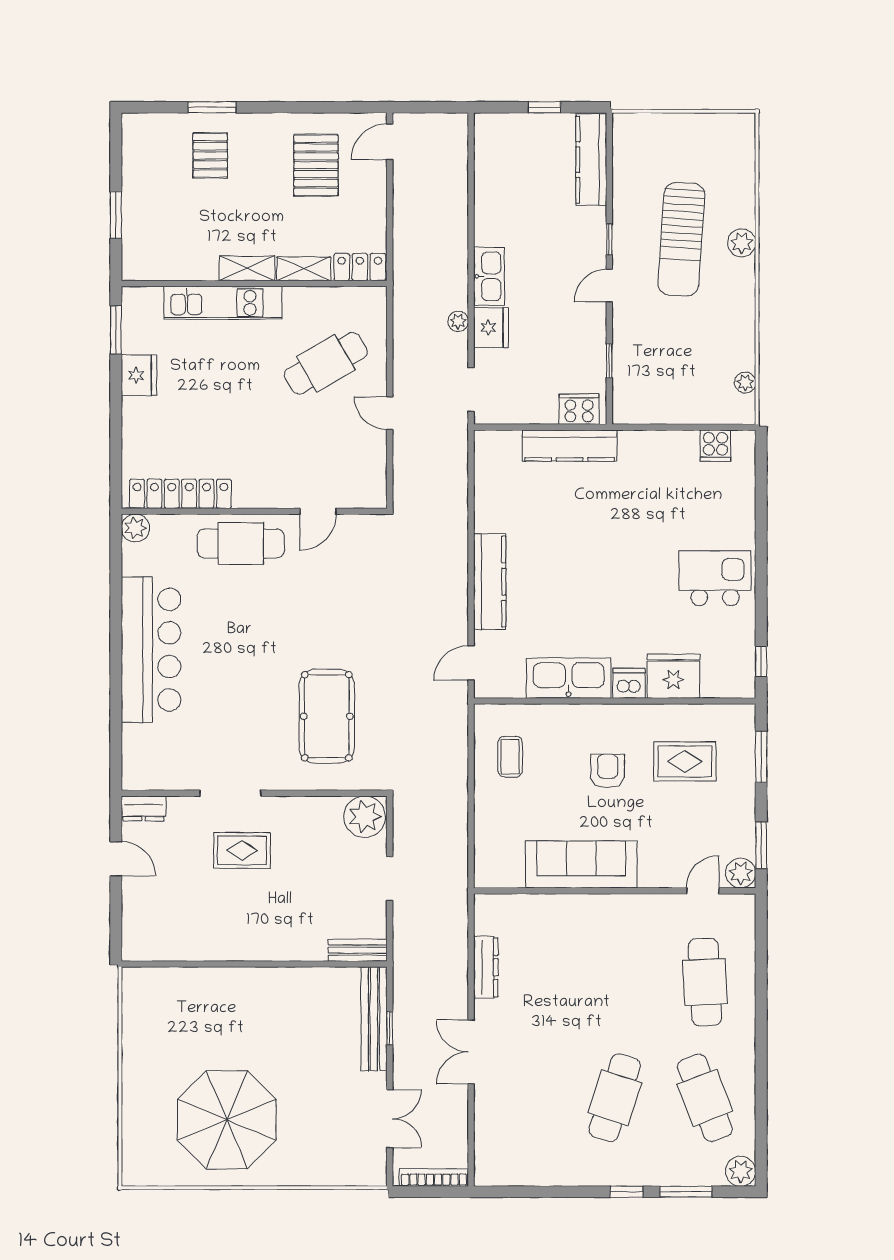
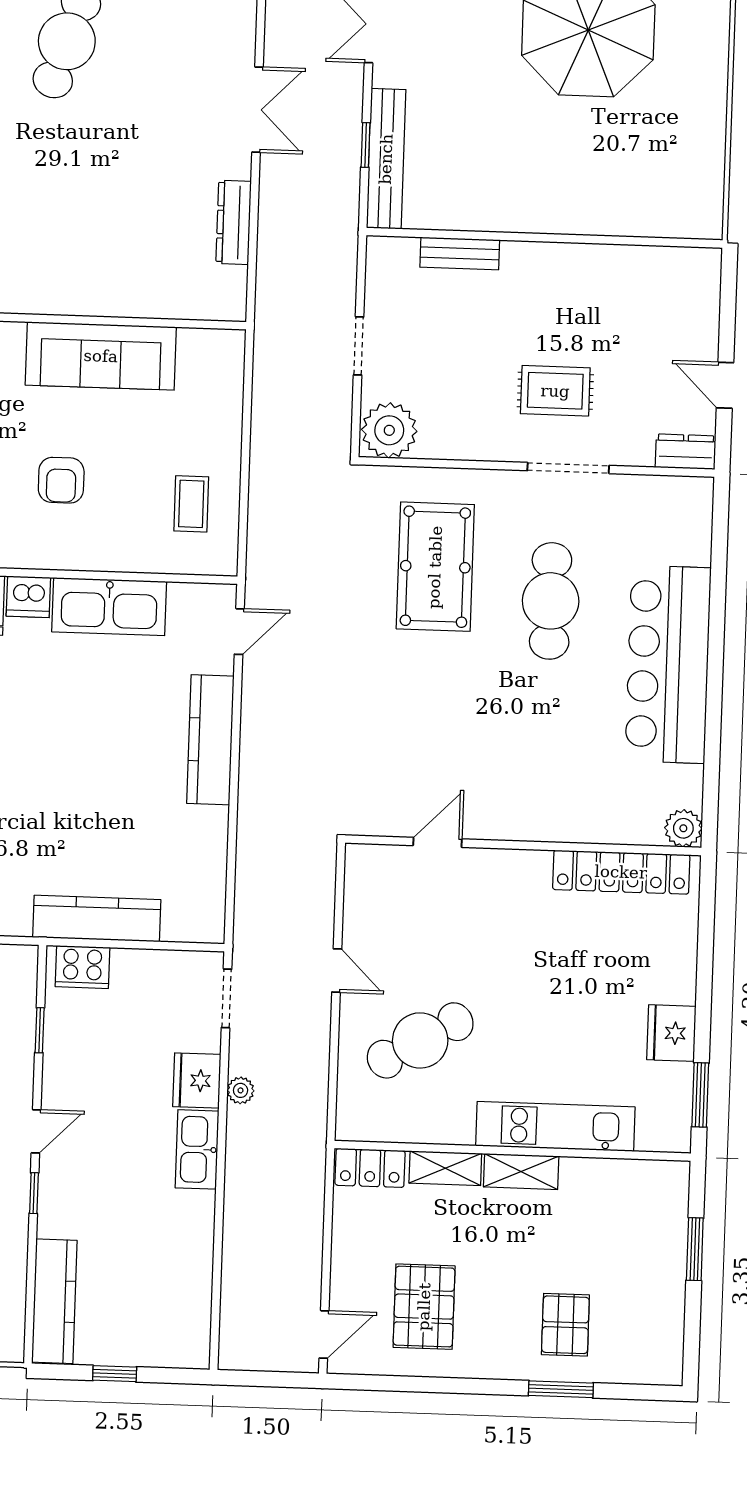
cafe table: (241, 543) -> (551, 601), moved, turned 90
bench: (358, 950) -> (460, 253), moved

